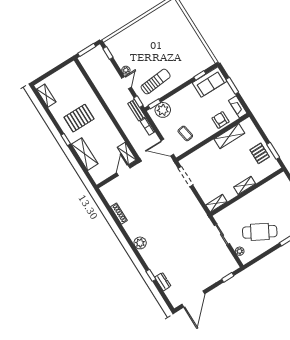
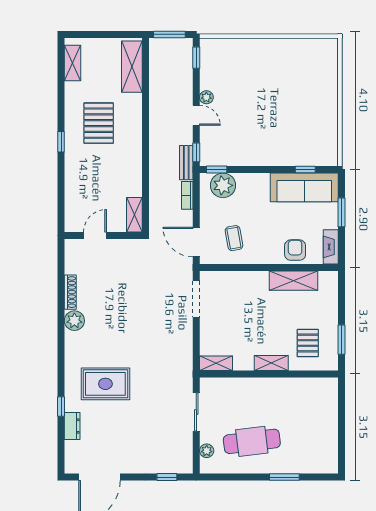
sun lounger: (156, 82) -> (238, 139), removed
sofa: (210, 82) -> (304, 187), width x1.36
door: (127, 83) -> (196, 115), hinge flipped
pallet: (79, 118) -> (99, 123), turned 90
pallet: (260, 153) -> (308, 343), moved
shelving: (85, 154) -> (132, 67), moved
door: (123, 170) -> (95, 235), moved
cafe table: (260, 232) -> (252, 441), turned -36
plant: (140, 243) -> (74, 321), moved
rug: (166, 249) -> (105, 384), added

